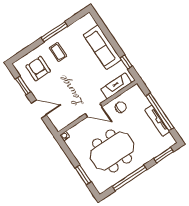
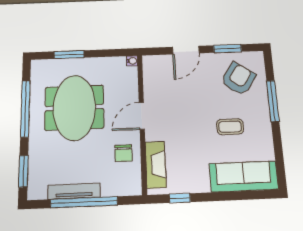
window: (54, 32) -> (273, 101), moved
sofa: (102, 47) -> (244, 177), moved
coffee table: (58, 52) -> (230, 127), moved
armchair: (38, 69) -> (238, 79), turned -56

